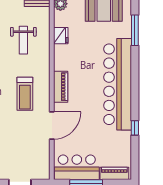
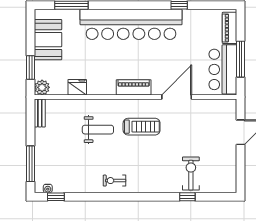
weight bench: (23, 40) -> (98, 130), moved
door: (52, 126) -> (177, 97), hinge flipped

